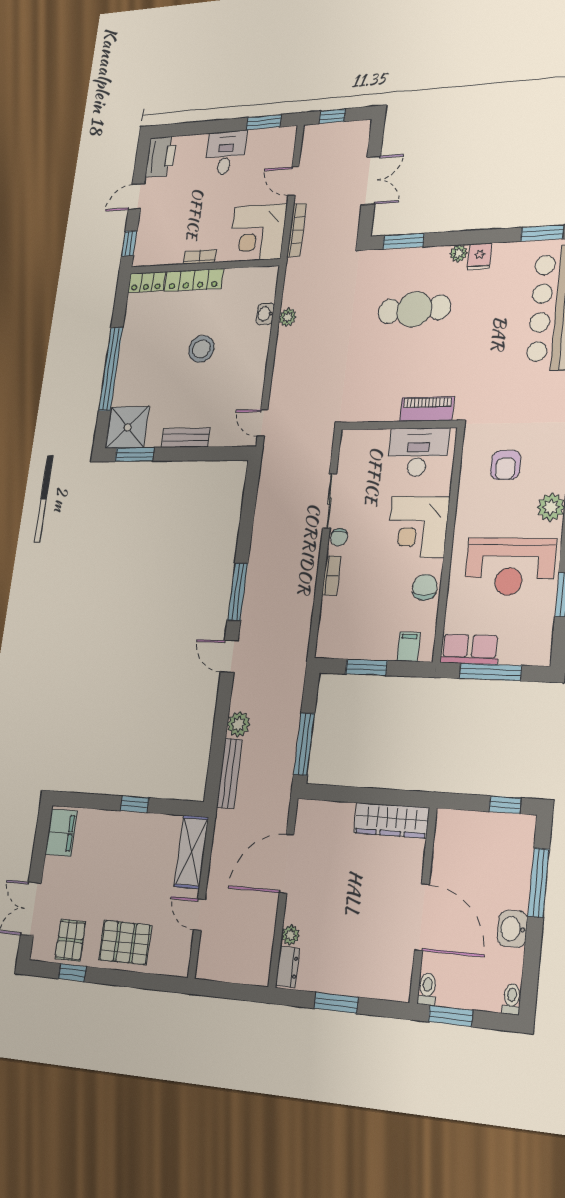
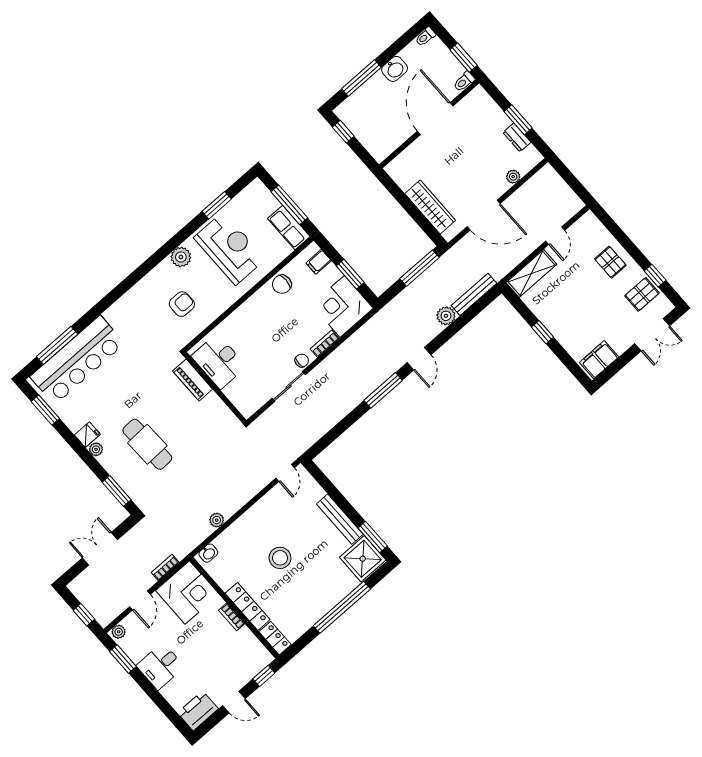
plant: (288, 138) -> (119, 632), added
bookcase: (297, 230) -> (165, 567), width x0.64
washbasin: (265, 314) -> (208, 553), moved
bench: (186, 438) -> (340, 519), width x1.36
corner desk: (418, 527) -> (342, 306), moved, turned 180
wardrobe: (391, 820) -> (430, 207), moved
pallet: (125, 942) -> (610, 262), width x0.67, depth x0.71
dresser: (287, 967) -> (517, 137), moved, turned -90

